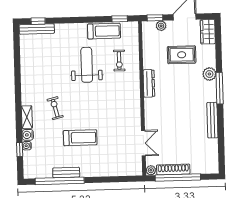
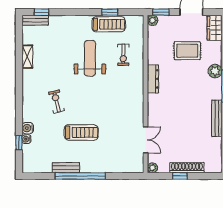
window: (120, 19) -> (110, 12), moved
plant: (161, 26) -> (153, 20), moved
bench: (37, 29) -> (35, 20), width x0.73
shelving: (27, 117) -> (27, 57), moved
shoe rack: (173, 169) -> (187, 168), moved
window: (178, 177) -> (180, 176), width x0.32
window: (60, 181) -> (80, 176), moved

